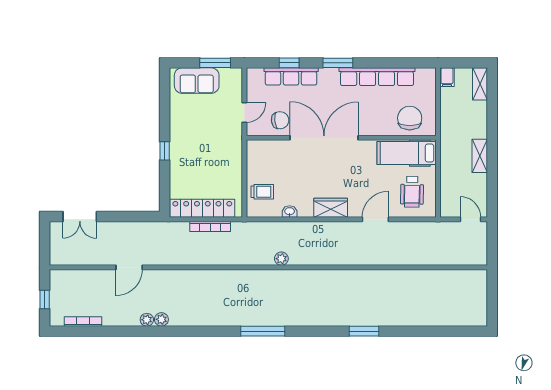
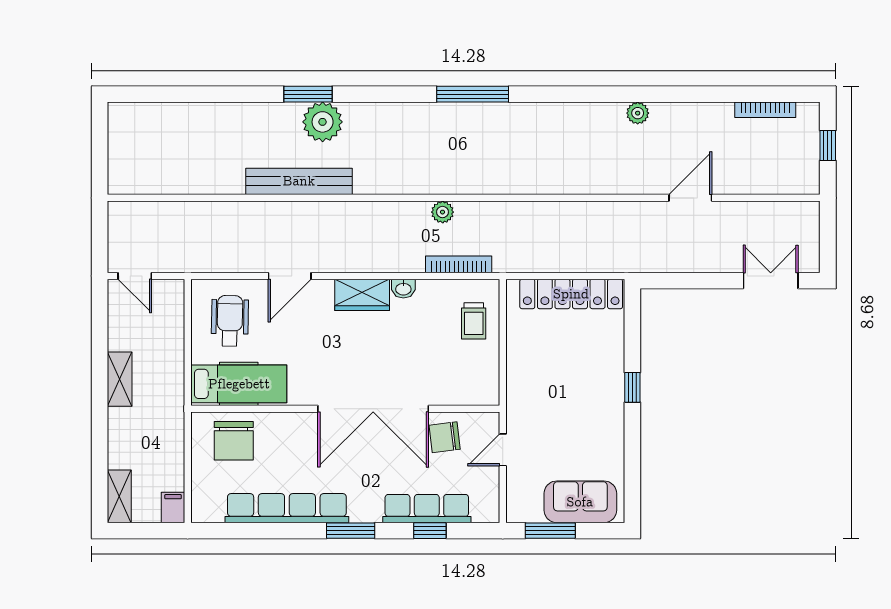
trolley: (262, 192) -> (474, 321), turned -90
washbasin: (290, 212) -> (403, 289), moved
bookcase: (210, 226) -> (459, 264), moved
bench: (370, 277) -> (299, 181), added
plant: (147, 320) -> (323, 122), moved, width x1.88, depth x1.88

